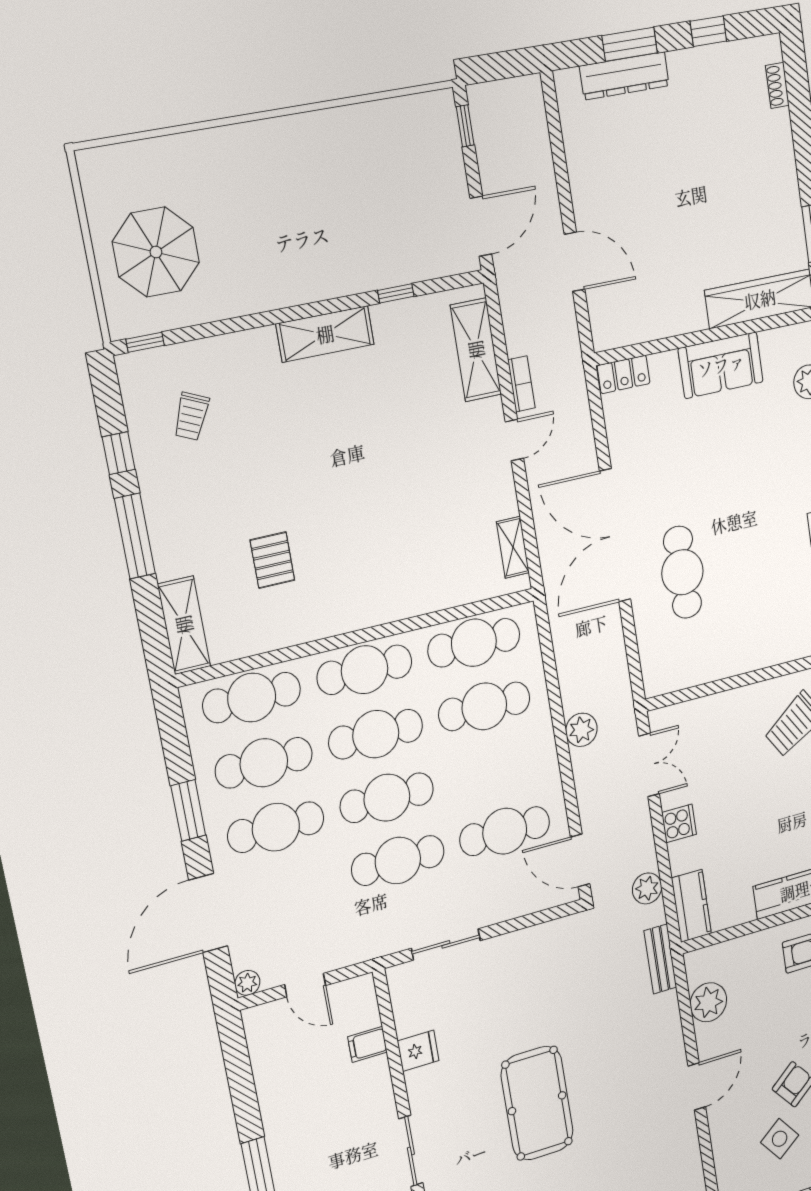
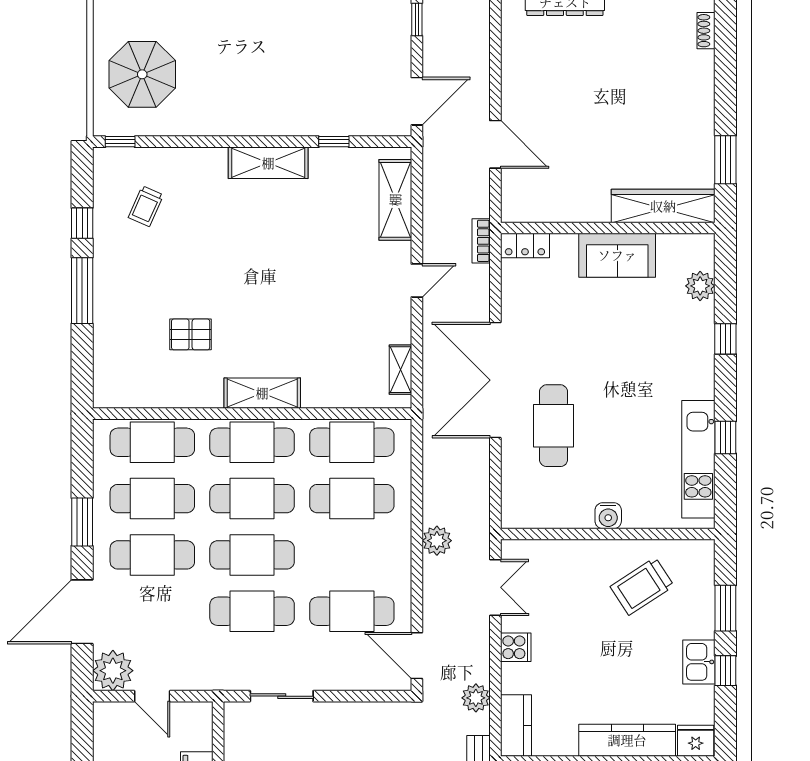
bookcase: (521, 384) -> (481, 241), moved, turned 180
pallet: (272, 560) -> (191, 334), turned 90
shelving: (184, 625) -> (262, 393), moved, turned 90
water cooler: (751, 657) -> (608, 516), added
plant: (247, 983) -> (113, 671), width x1.88, depth x1.88

